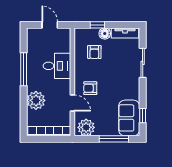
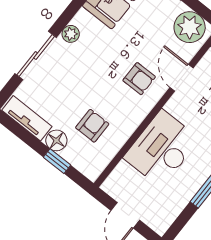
desk: (57, 66) -> (162, 148), width x1.37
plant: (135, 84) -> (71, 34), added

